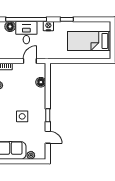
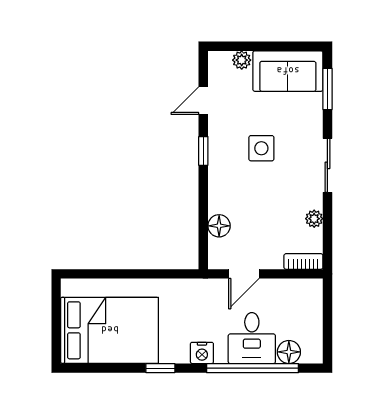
bed: (89, 41) -> (110, 330), width x1.50
door: (48, 137) -> (203, 101), hinge flipped

